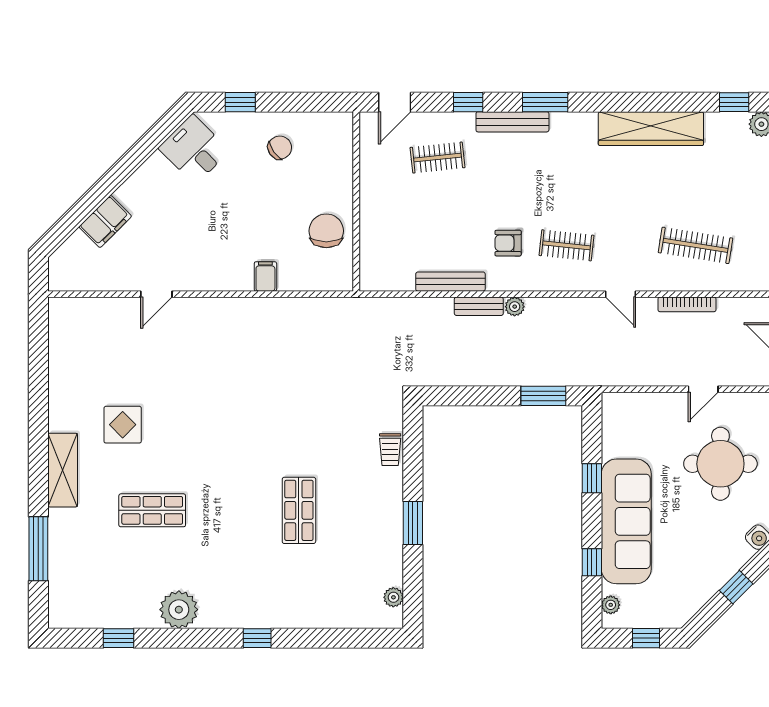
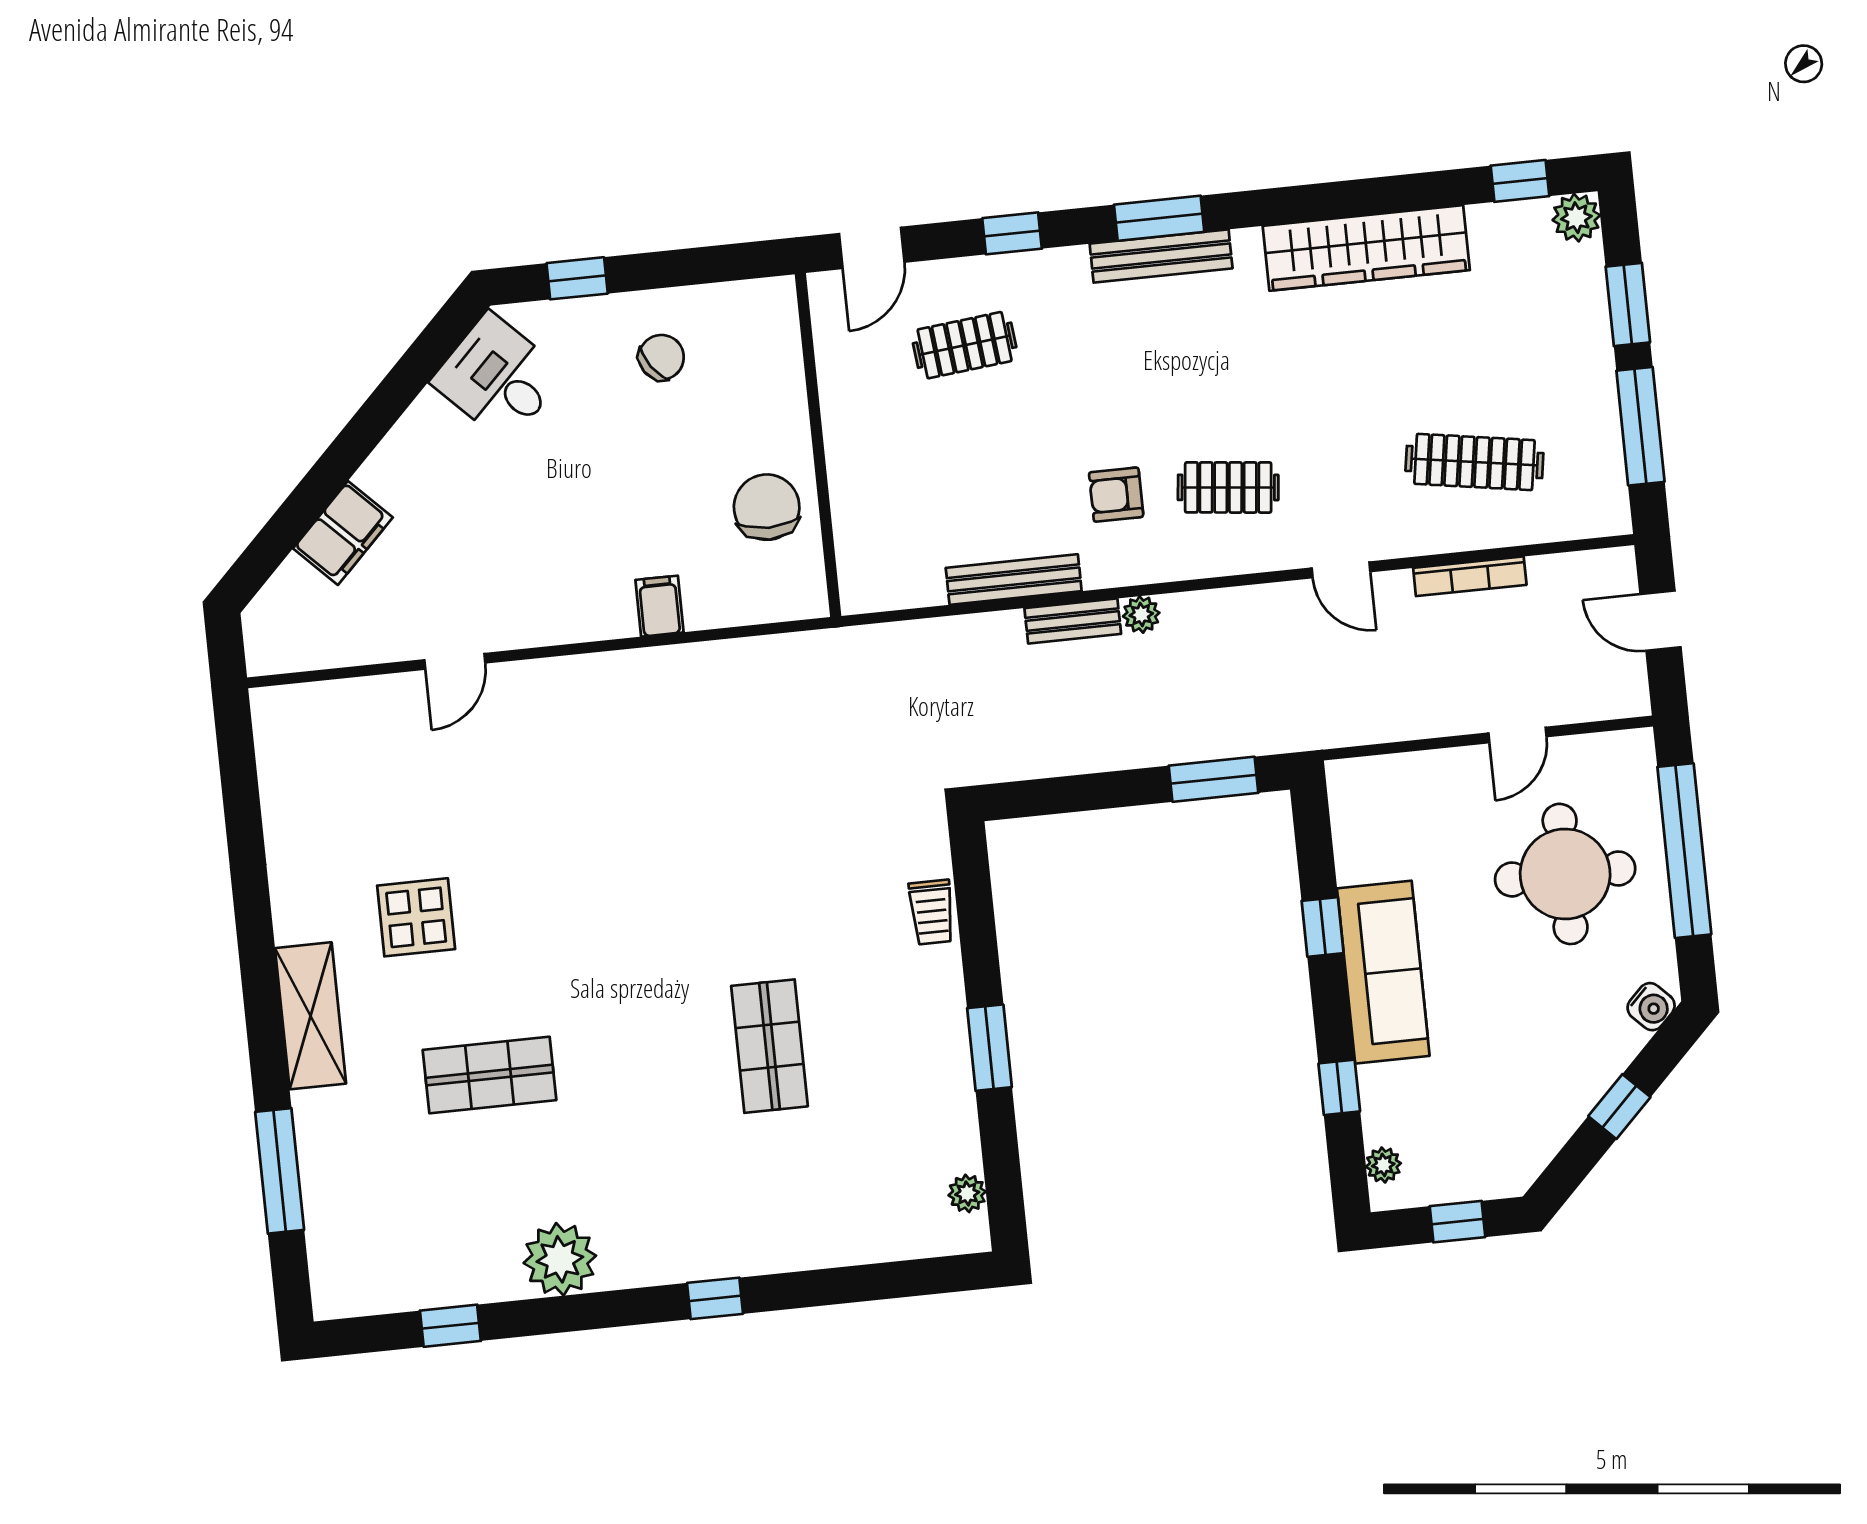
bench: (512, 122) -> (1161, 256), moved
sofa: (626, 521) -> (1383, 972), width x0.74, depth x0.79

